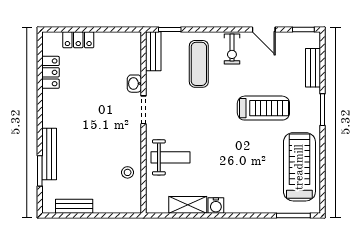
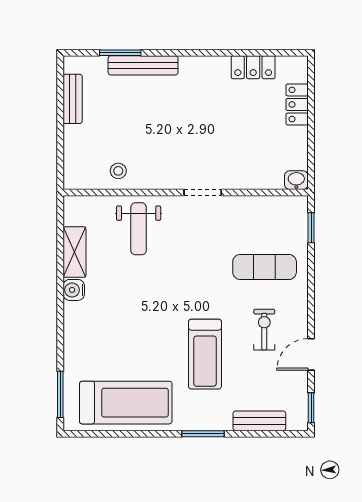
exercise bike: (232, 49) -> (264, 330), moved, turned 90
bench: (153, 51) -> (282, 206), removed
washbasin: (134, 84) -> (296, 180), moved

